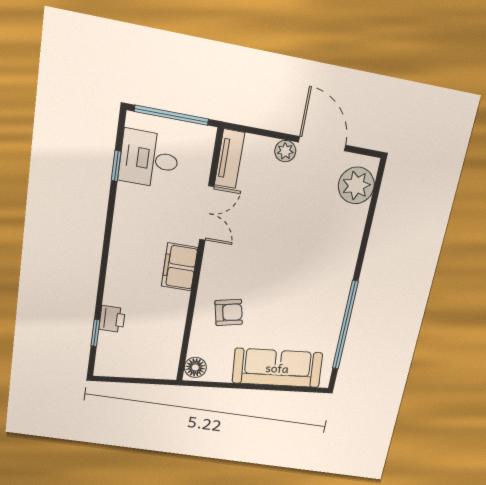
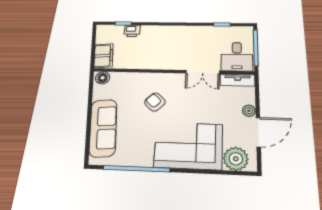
desk: (149, 159) -> (237, 57), moved, turned 180
corner sofa: (325, 251) -> (188, 146), added
filing cabinet: (180, 267) -> (103, 56), moved, turned 85
armchair: (229, 312) -> (155, 102), moved, turned 146

